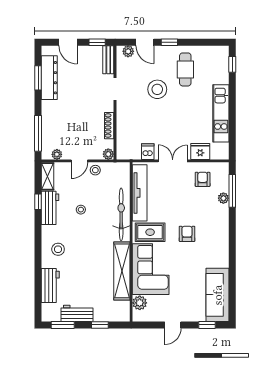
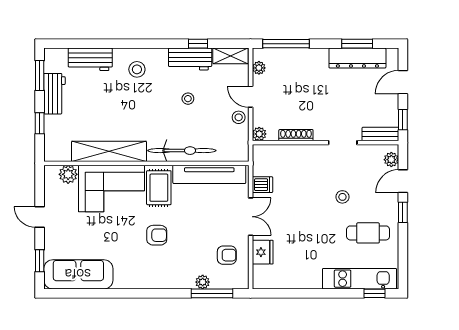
stool: (157, 89) -> (342, 197), width x0.53, depth x0.53
kitchen unit: (221, 113) -> (360, 279), moved

